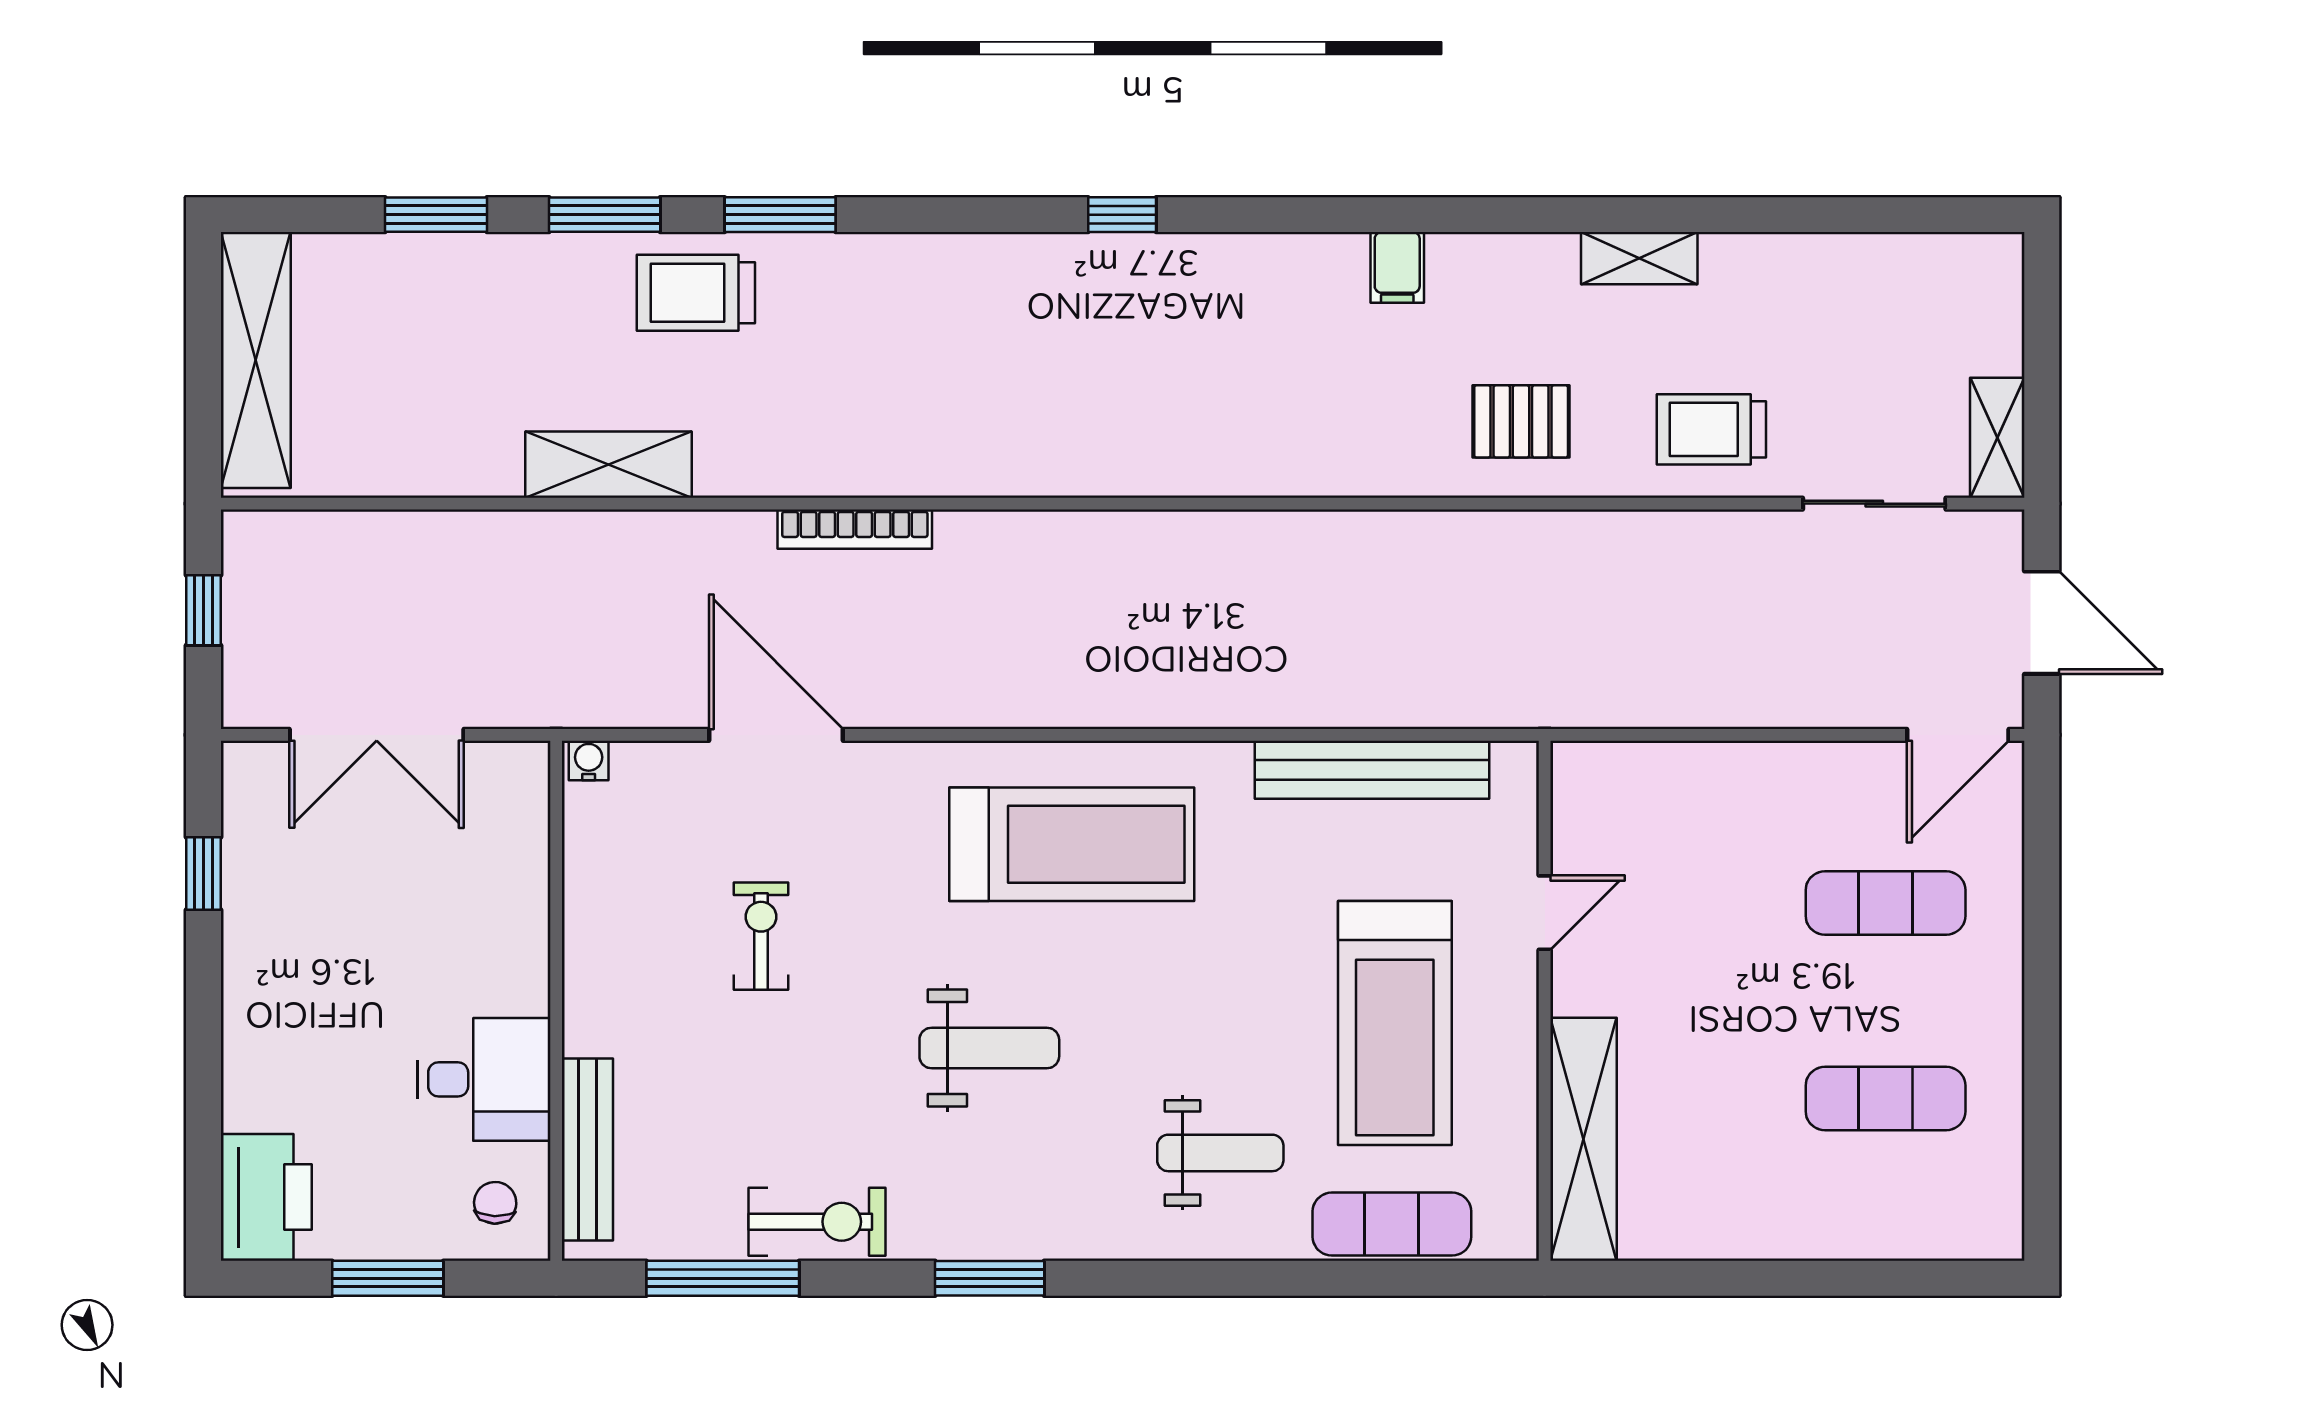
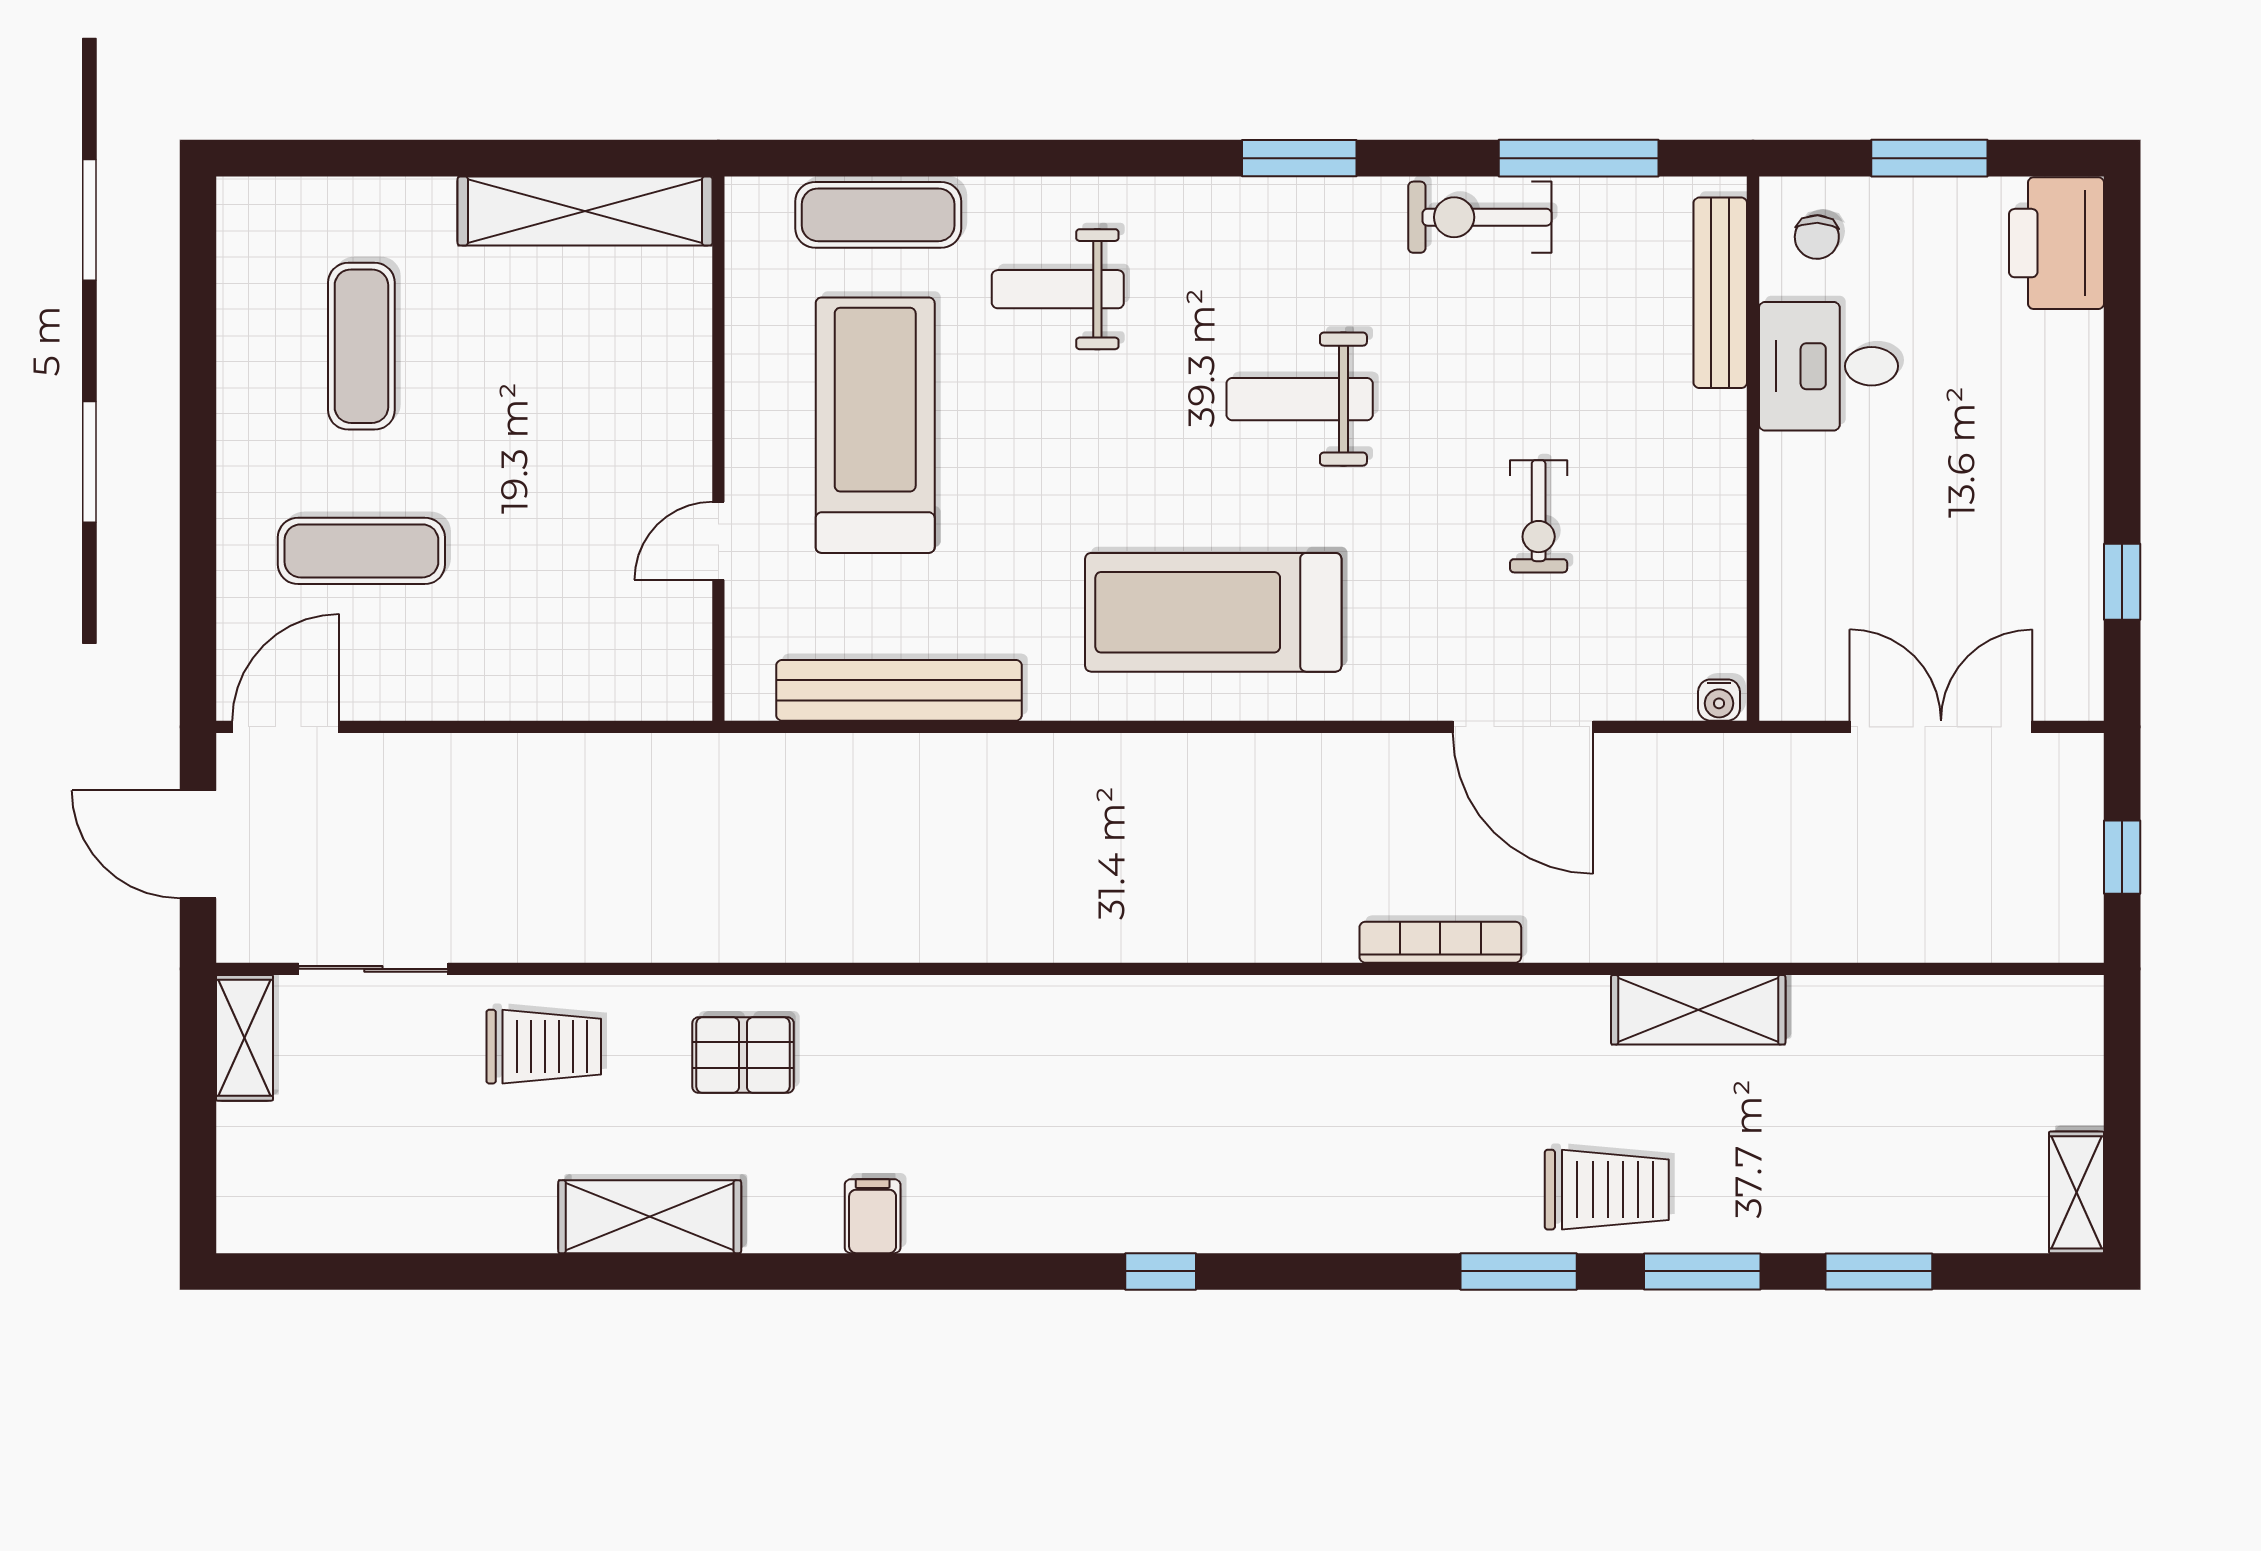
shelving: (1639, 258) -> (650, 1217), width x1.50, depth x1.33
shelving: (256, 360) -> (2077, 1192), width x0.45, depth x0.75
exercise mat: (1886, 1099) -> (361, 346), turned 90
shelving: (1584, 1139) -> (585, 211), moved, turned 90

